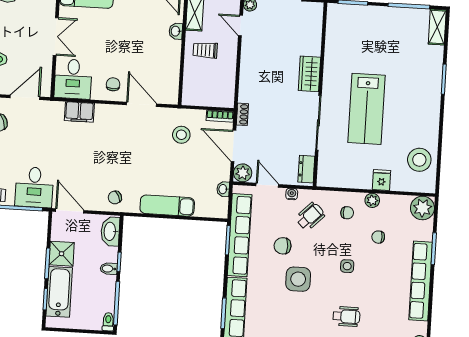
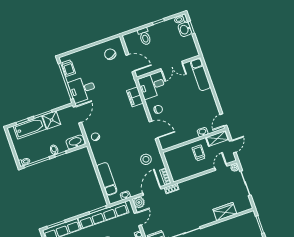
wardrobe: (309, 74) -> (225, 212), moved
door: (142, 104) -> (154, 130), hinge flipped
exam couch: (167, 206) -> (107, 179), moved

